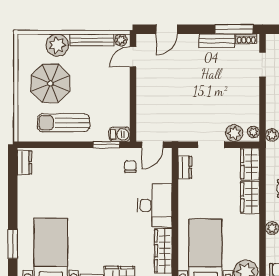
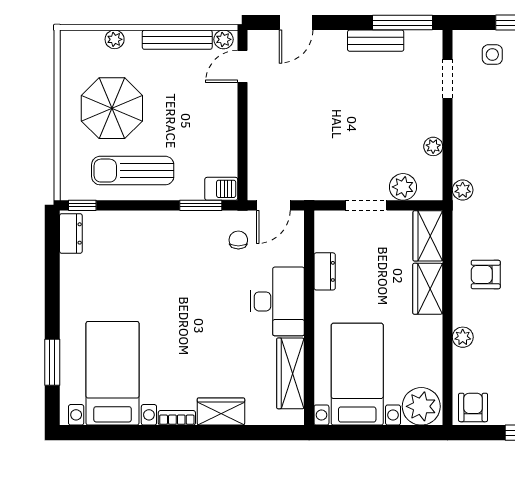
shoe rack: (246, 39) -> (422, 38), removed
plant: (57, 45) -> (115, 39), width x0.53, depth x0.53
plant: (253, 132) -> (433, 146), moved
window: (32, 145) -> (82, 205), added
dresser: (185, 167) -> (325, 271), moved

